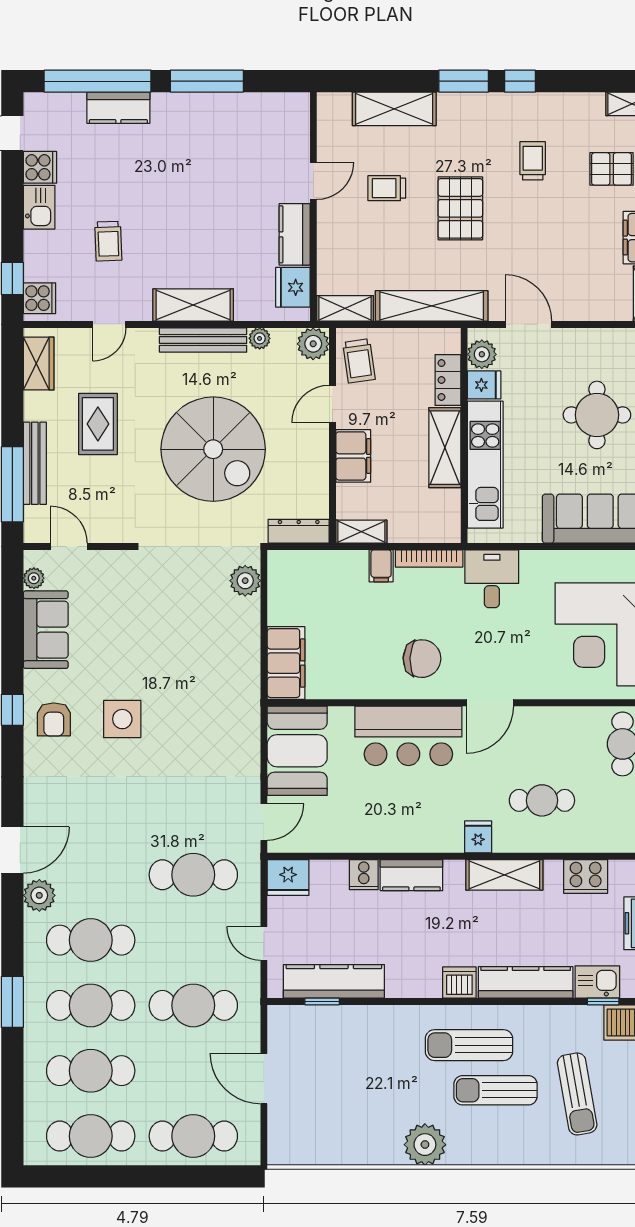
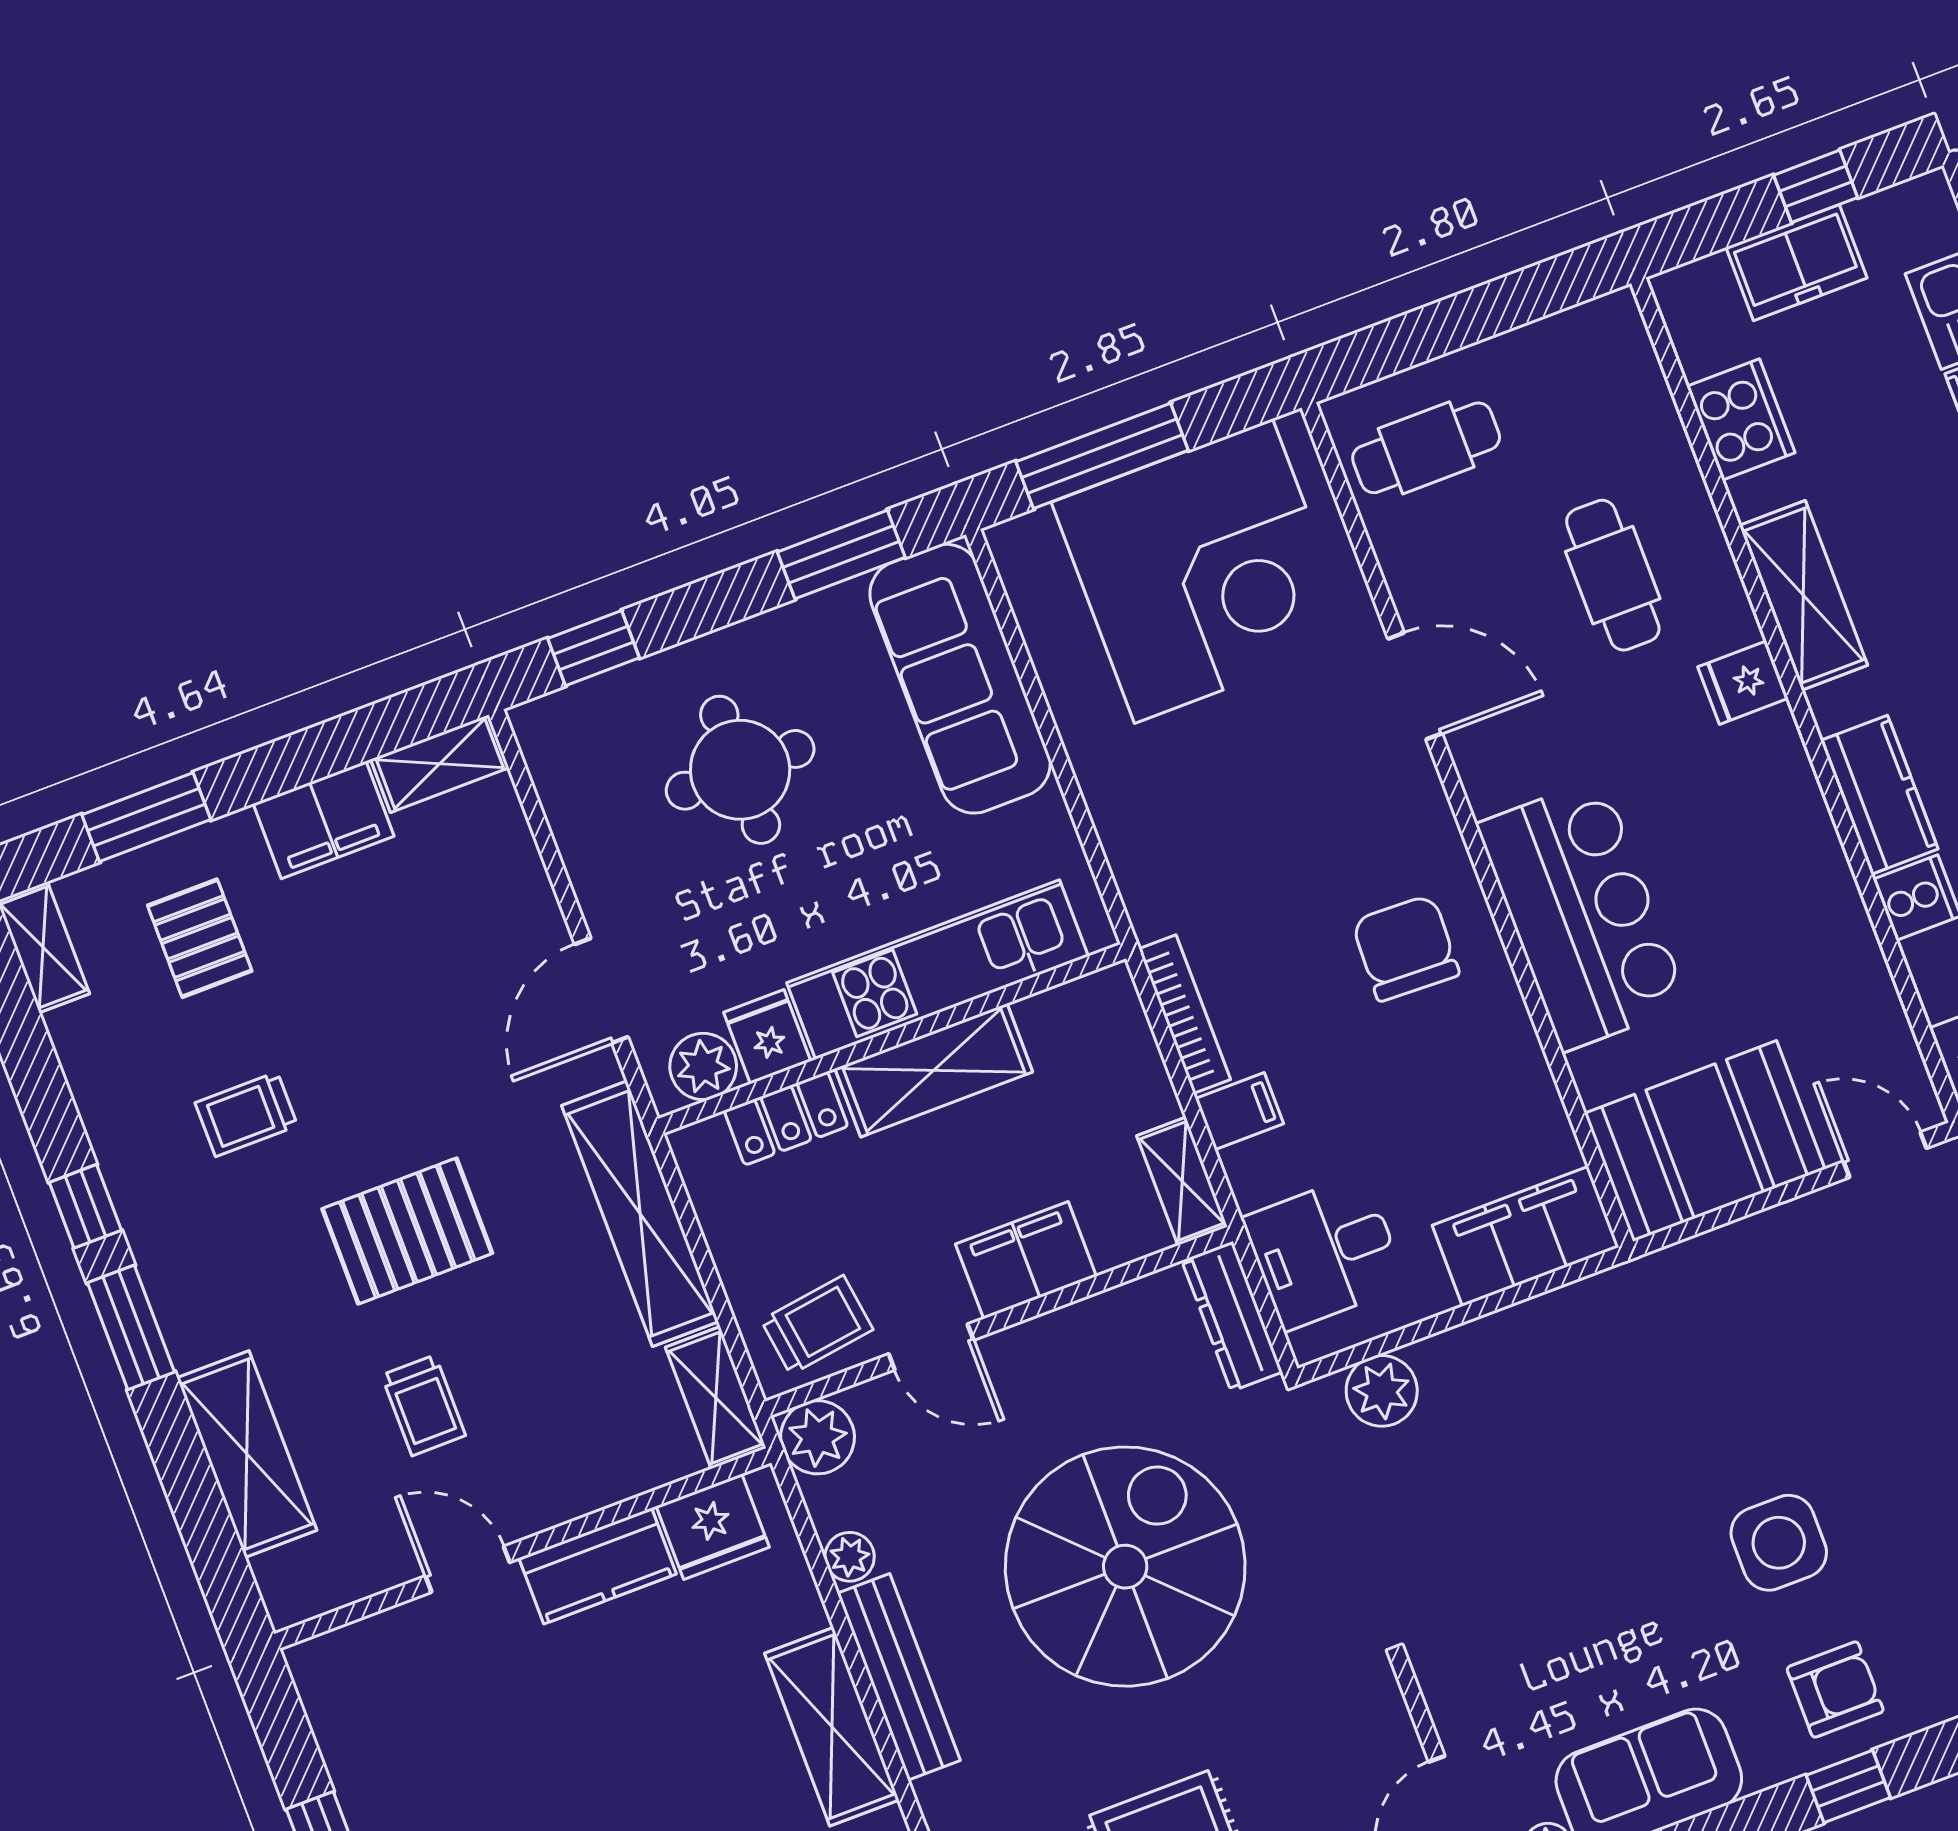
desk: (492, 579) -> (1324, 1252), moved
door: (490, 703) -> (1415, 686), moved

